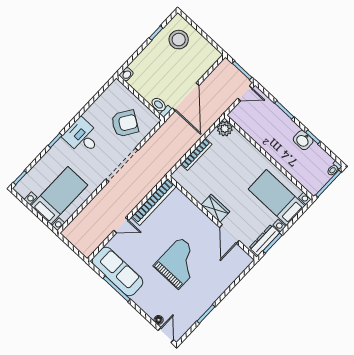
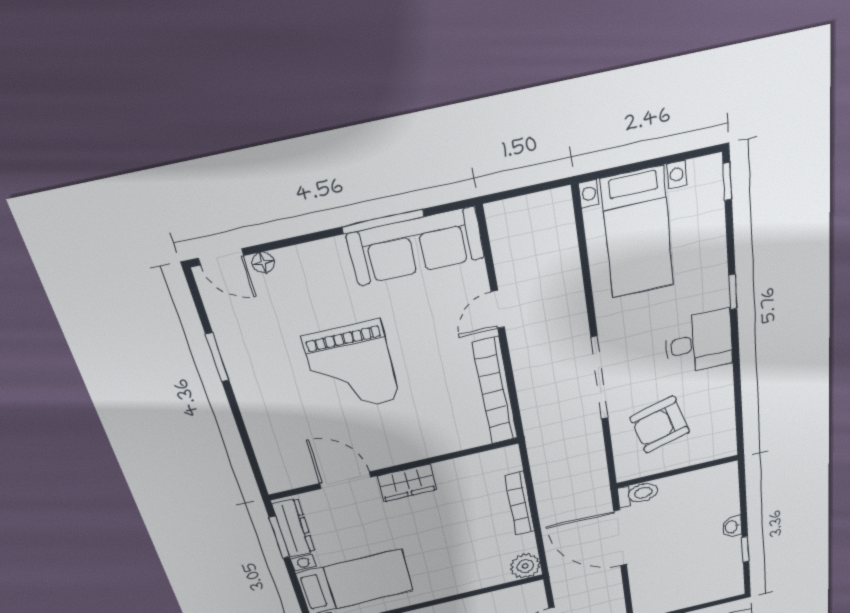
stool: (179, 40) -> (708, 574), removed
washbasin: (126, 74) -> (732, 527), moved
armchair: (125, 123) -> (660, 425), turned 41

